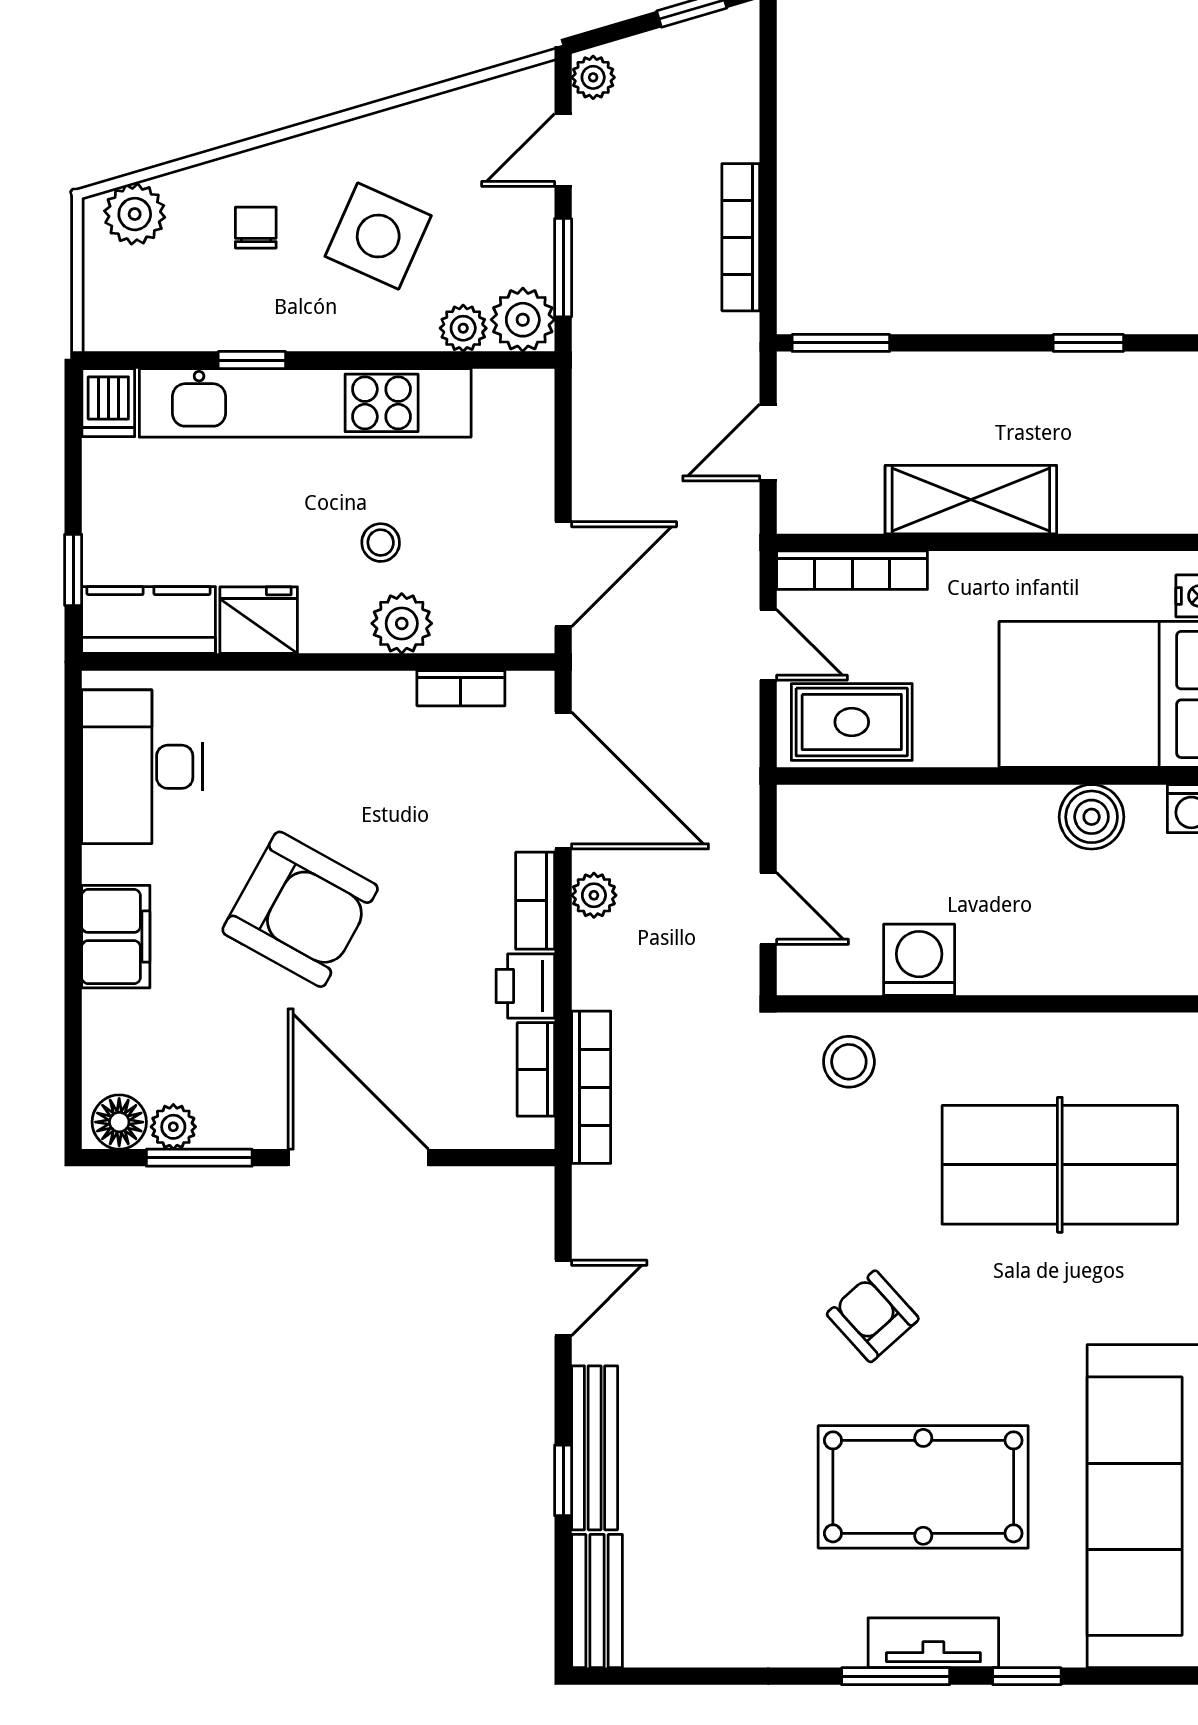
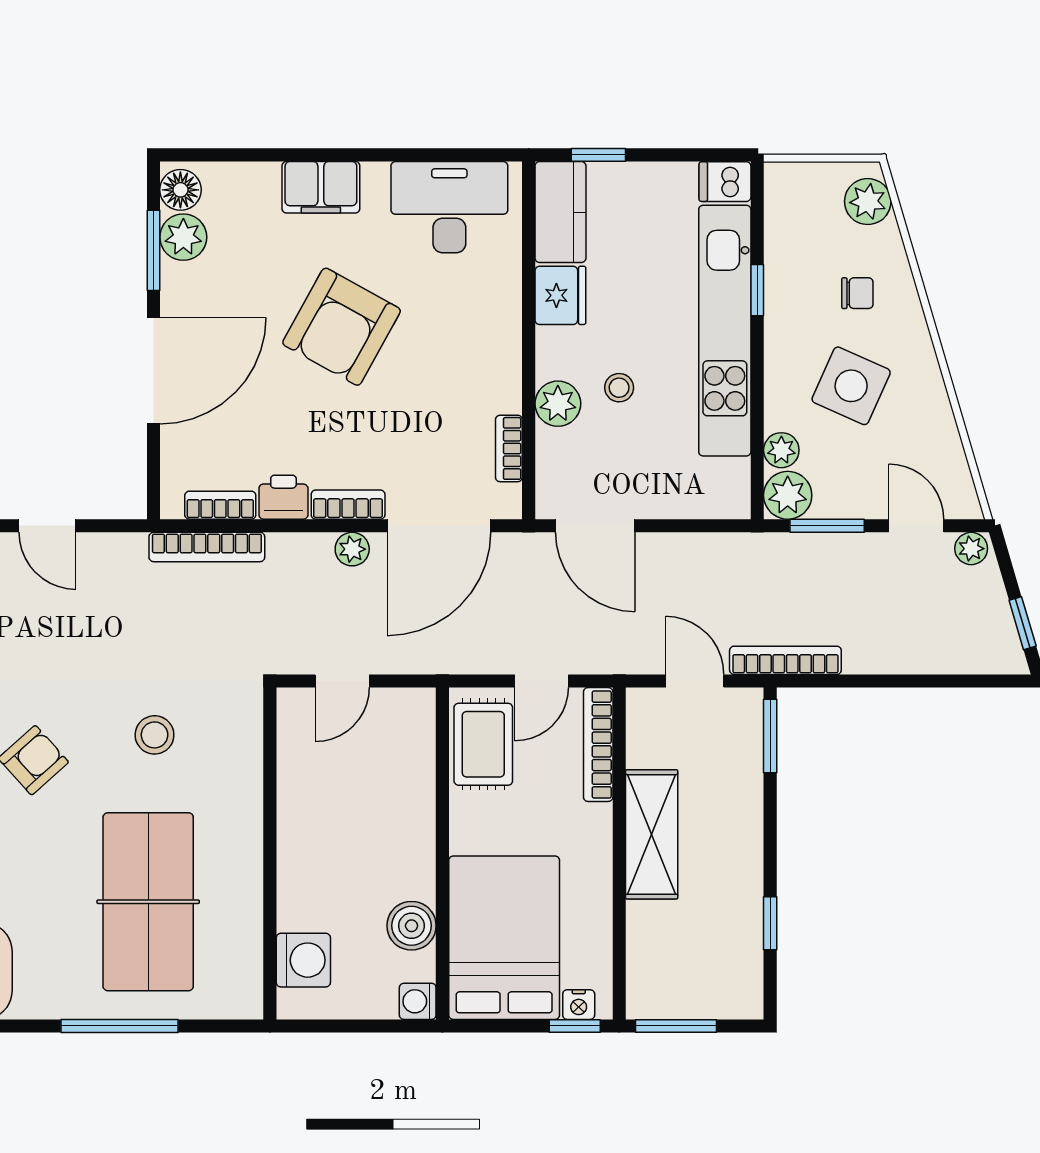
bookcase: (741, 237) -> (785, 660), moved
washing machine: (919, 960) -> (303, 960), moved
stool: (849, 1062) -> (155, 735), moved
plant: (173, 1127) -> (183, 237), width x1.38, depth x1.38

